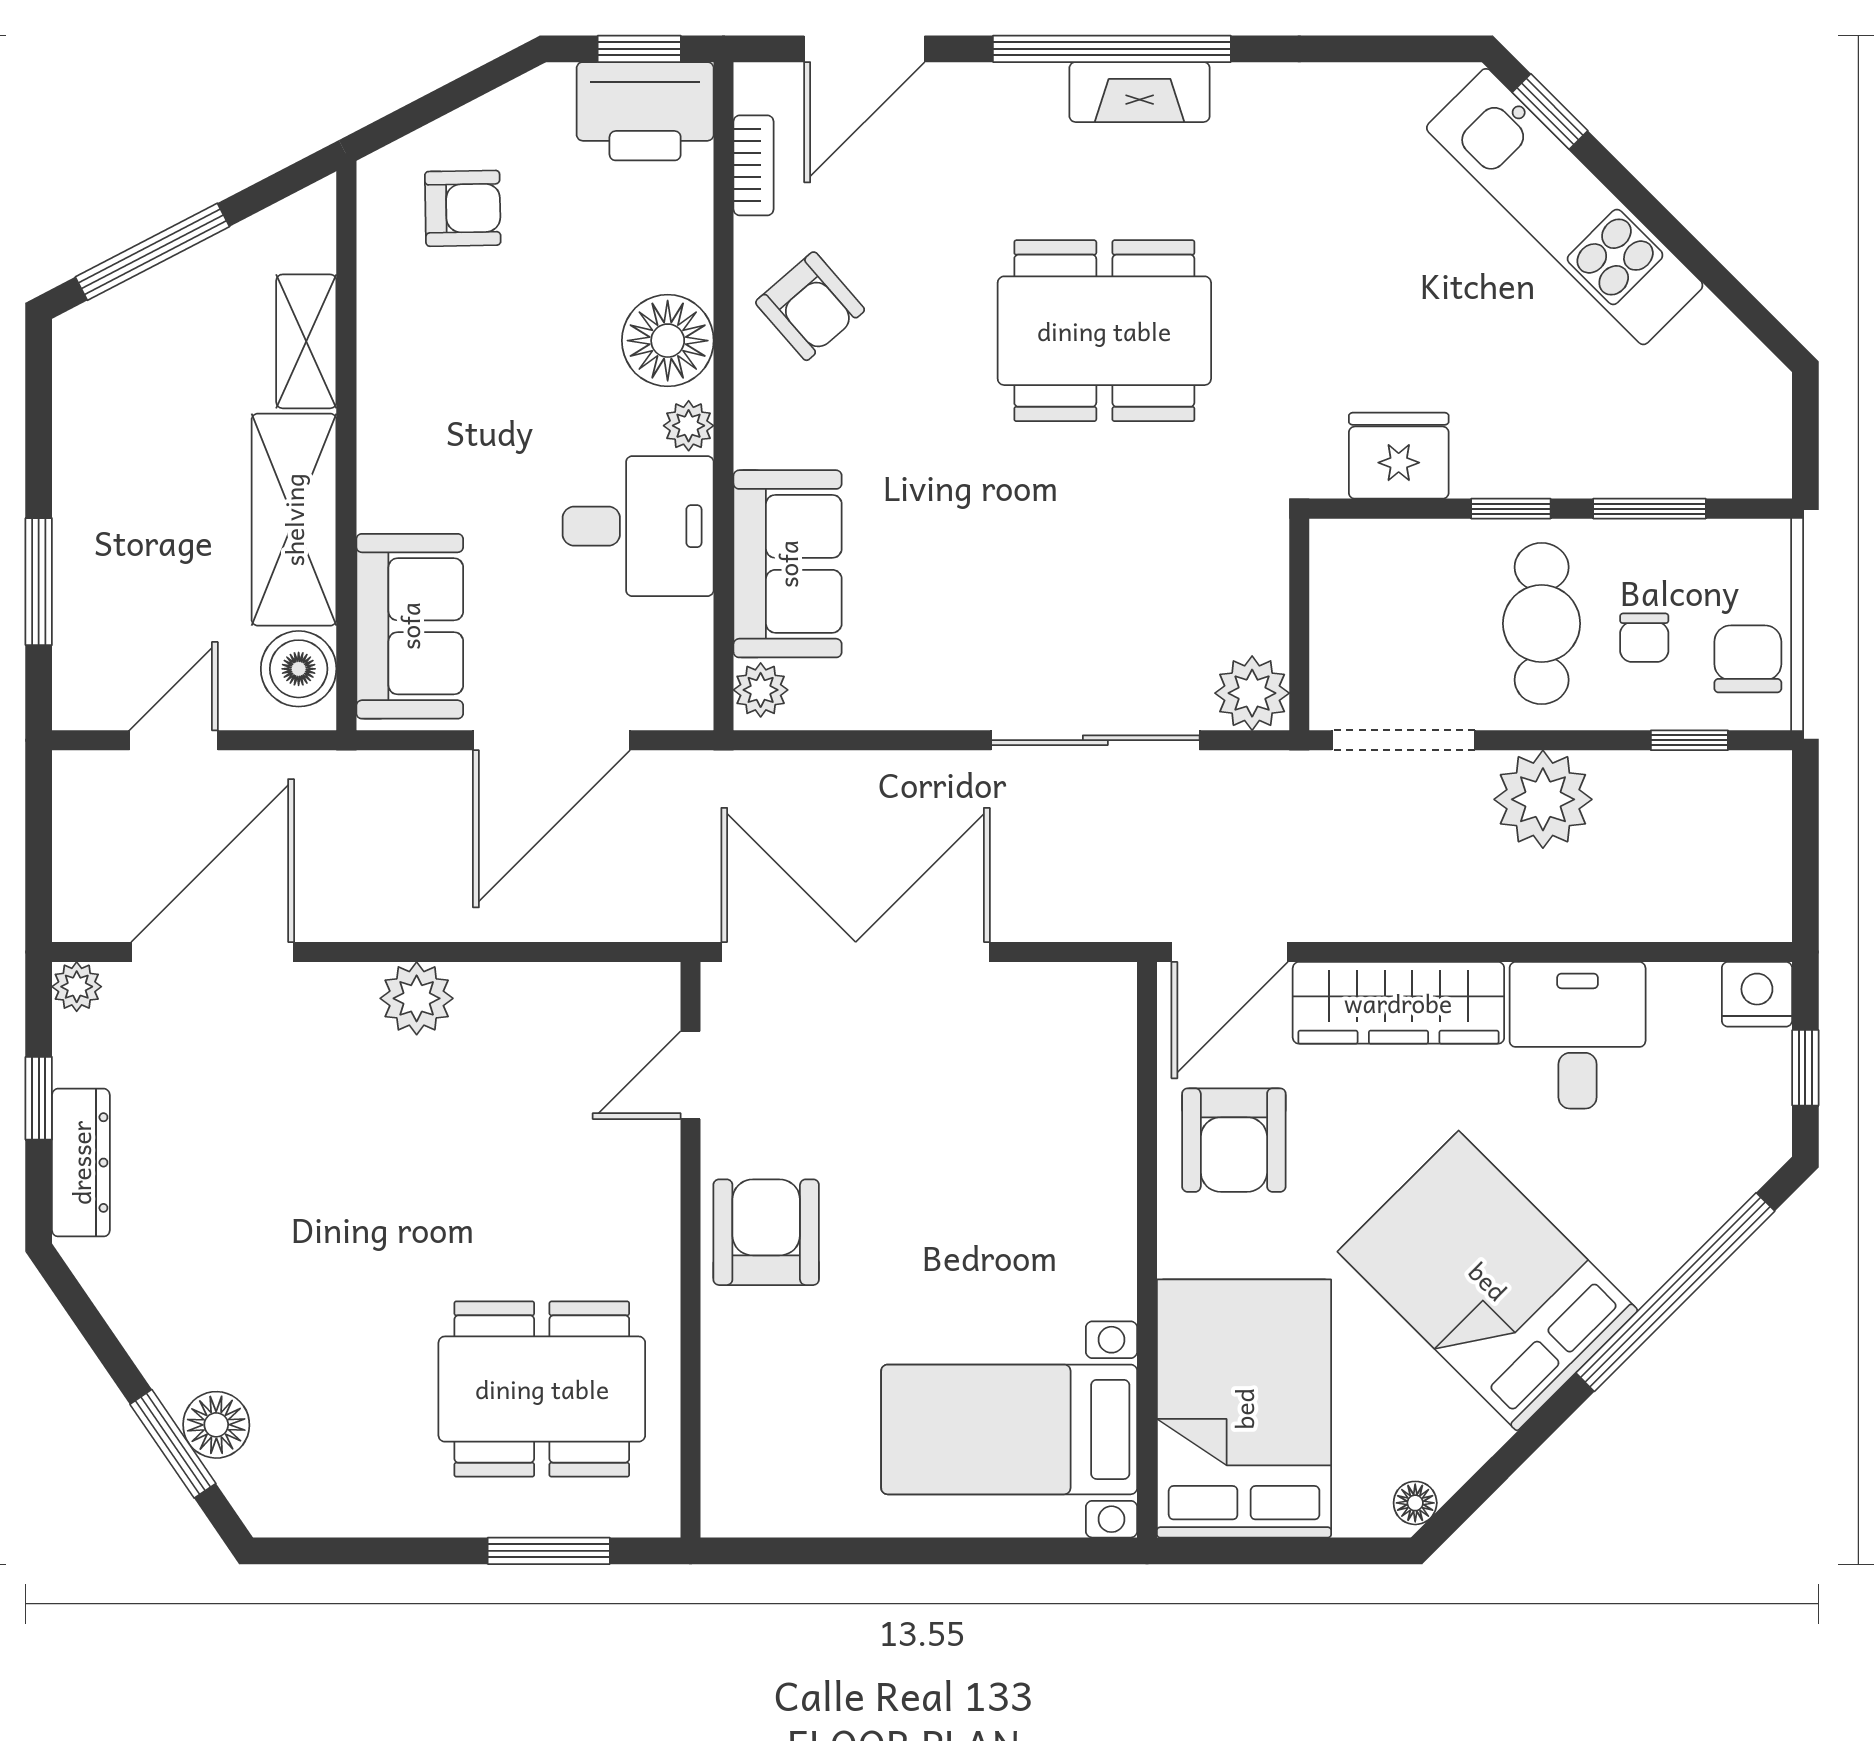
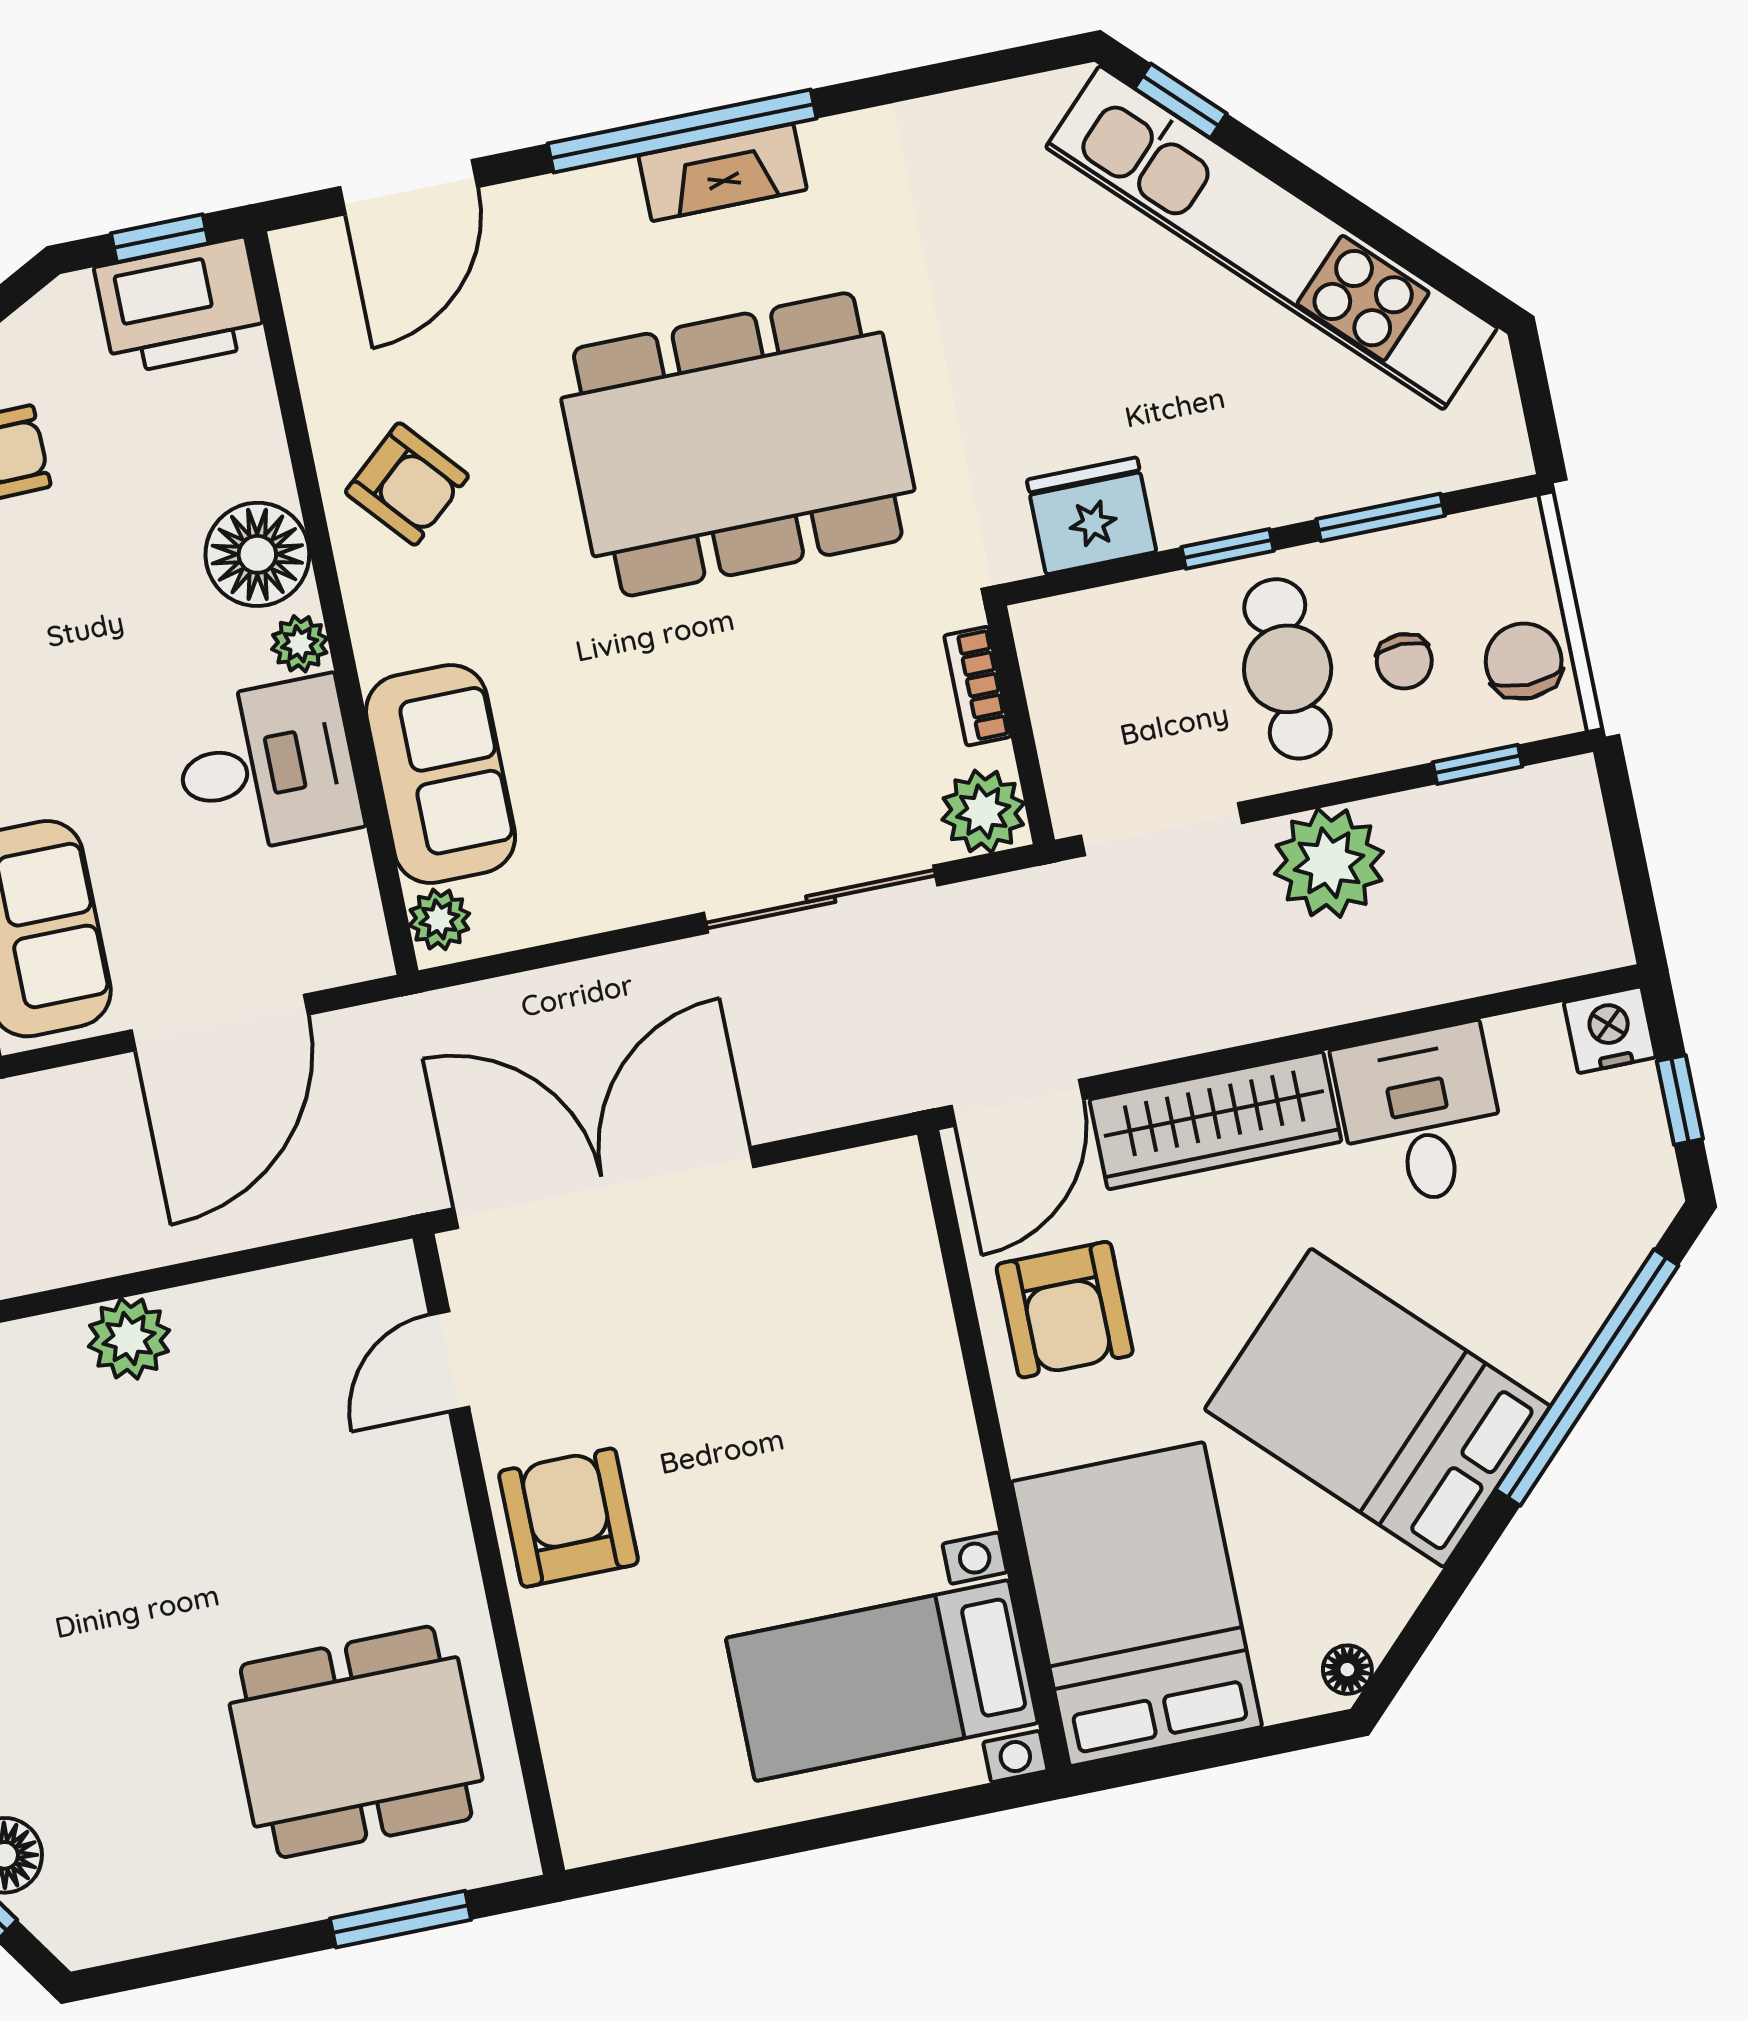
bookcase: (753, 165) -> (977, 686), moved, turned 180
kitchen unit: (1565, 207) -> (1272, 238), width x1.36
dining table: (1104, 331) -> (738, 444), width x1.36, depth x1.24

